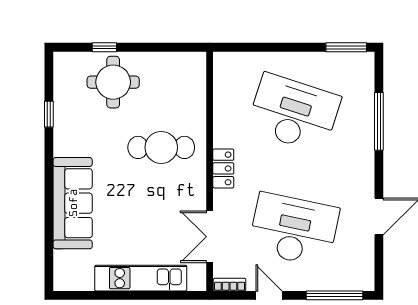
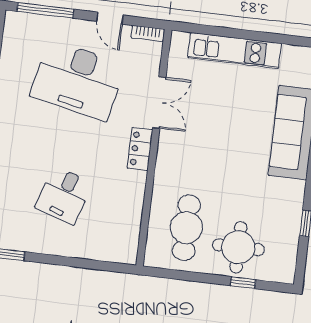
desk: (294, 113) -> (64, 195), width x0.53, depth x0.77
cafe table: (161, 147) -> (186, 228), moved, turned 90
double door: (210, 237) -> (159, 102), moved

